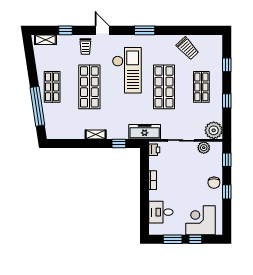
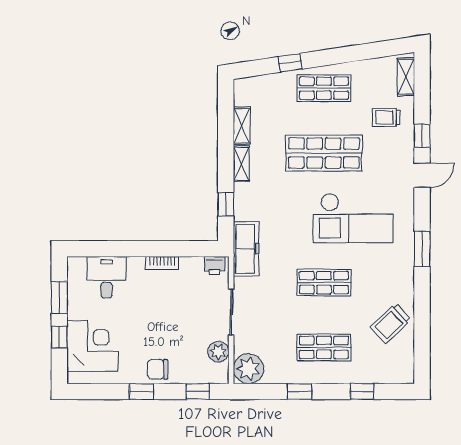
window: (66, 30) -> (422, 136), moved
trolley: (85, 47) -> (386, 118), moved
shop shelf: (164, 87) -> (324, 283), width x0.70, depth x0.74
window: (37, 106) -> (290, 63), width x0.32
shelving: (74, 134) -> (242, 126), added

